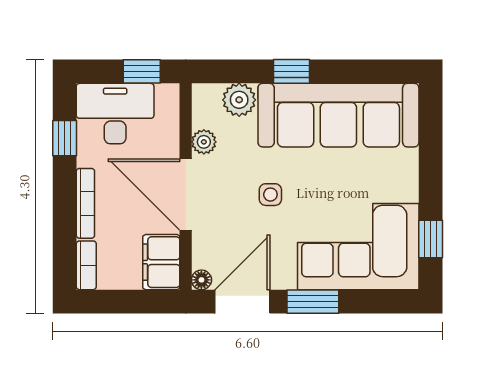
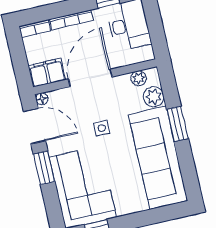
window: (142, 71) -> (157, 35), removed
window: (291, 71) -> (178, 124), width x1.50
plant: (204, 142) -> (139, 78), moved

